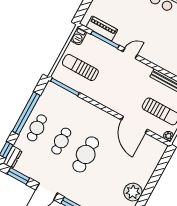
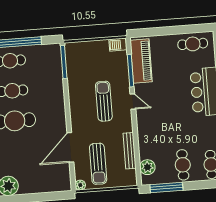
piano: (102, 28) -> (141, 61), width x1.37, depth x1.33
sun lounger: (80, 67) -> (104, 101), moved

